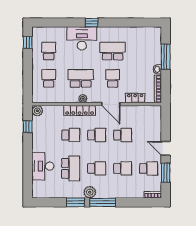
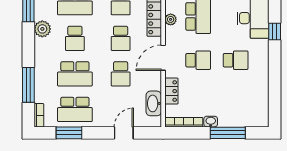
school desk: (113, 51) -> (236, 60), width x0.54
washbasin: (144, 111) -> (154, 103), added
door: (166, 148) -> (124, 133), moved
school desk: (123, 168) -> (75, 74), width x1.85
school desk: (149, 168) -> (75, 109), width x1.85
window: (103, 202) -> (28, 85), moved

